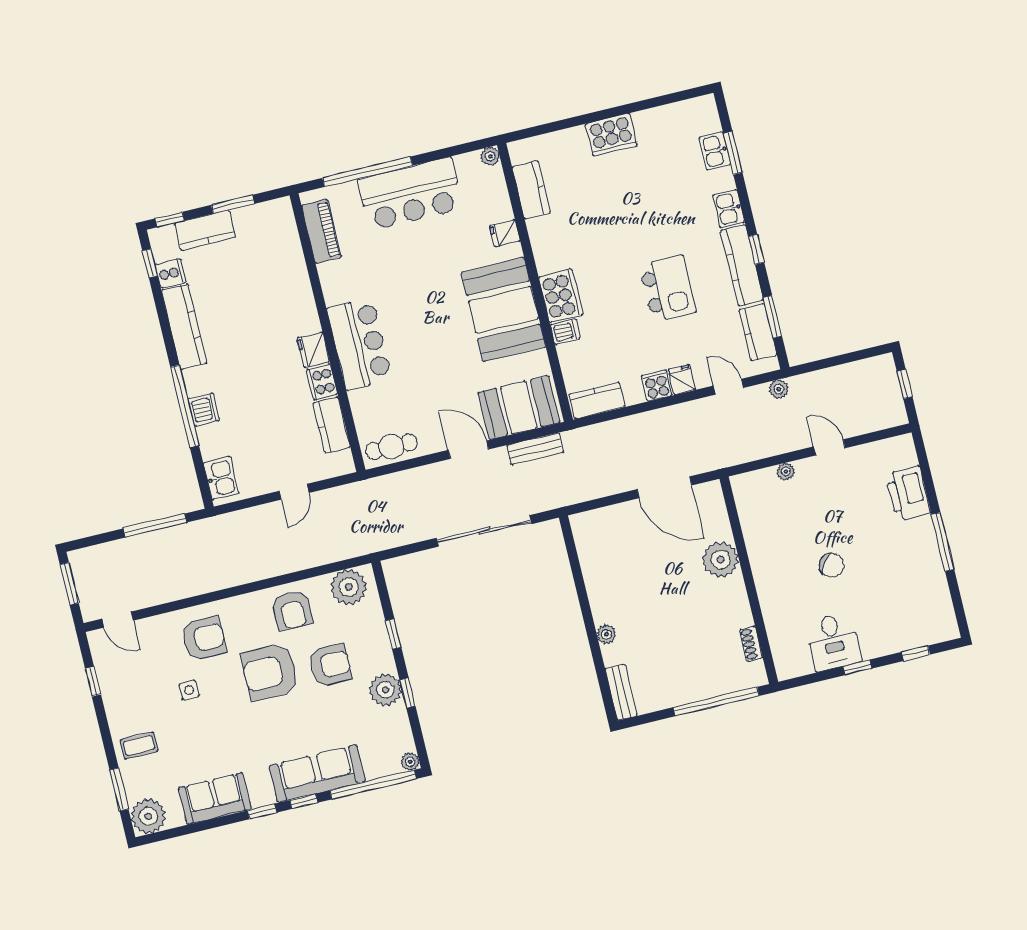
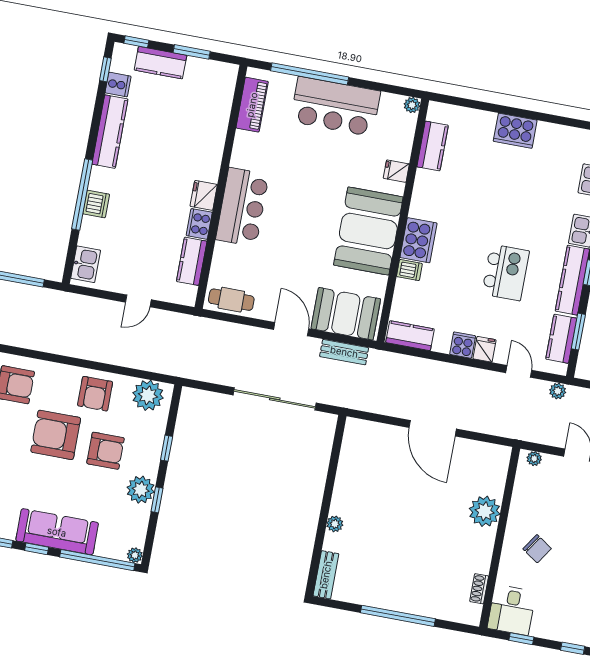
plant: (720, 560) -> (485, 511), moved
wall: (749, 580) -> (500, 538), moved
shoe rack: (751, 644) -> (479, 589), moved

